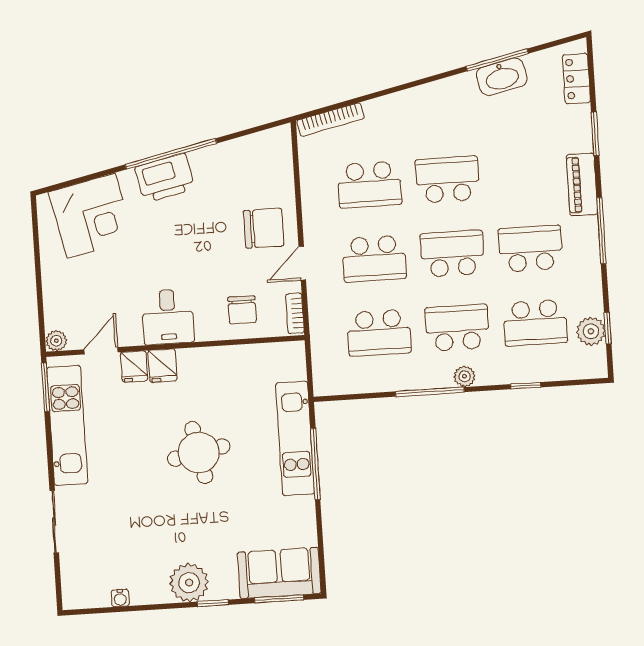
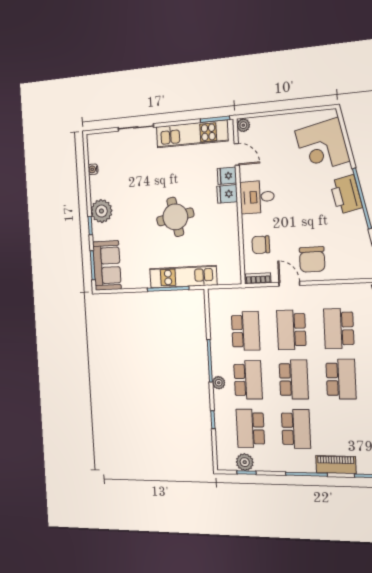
school desk: (379, 333) -> (246, 331), turned 180

